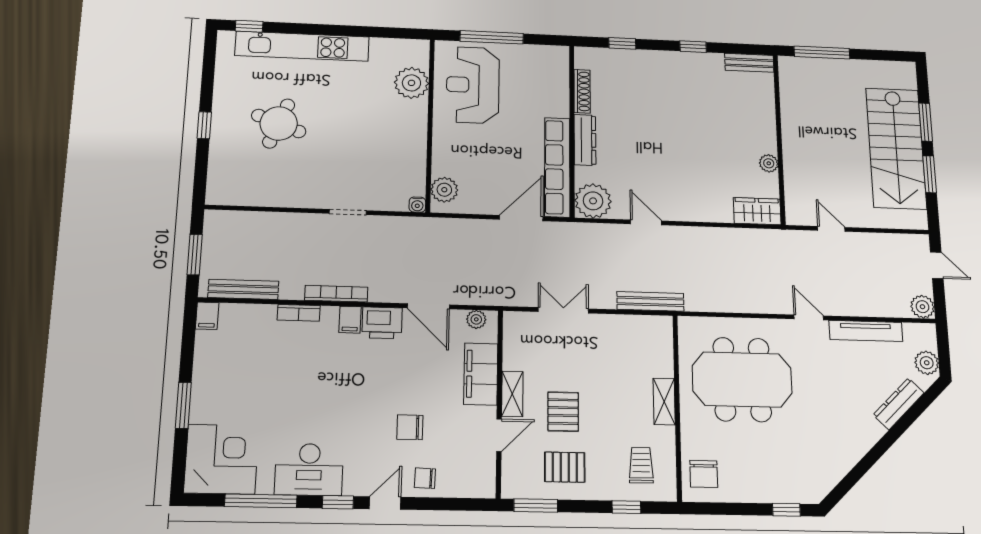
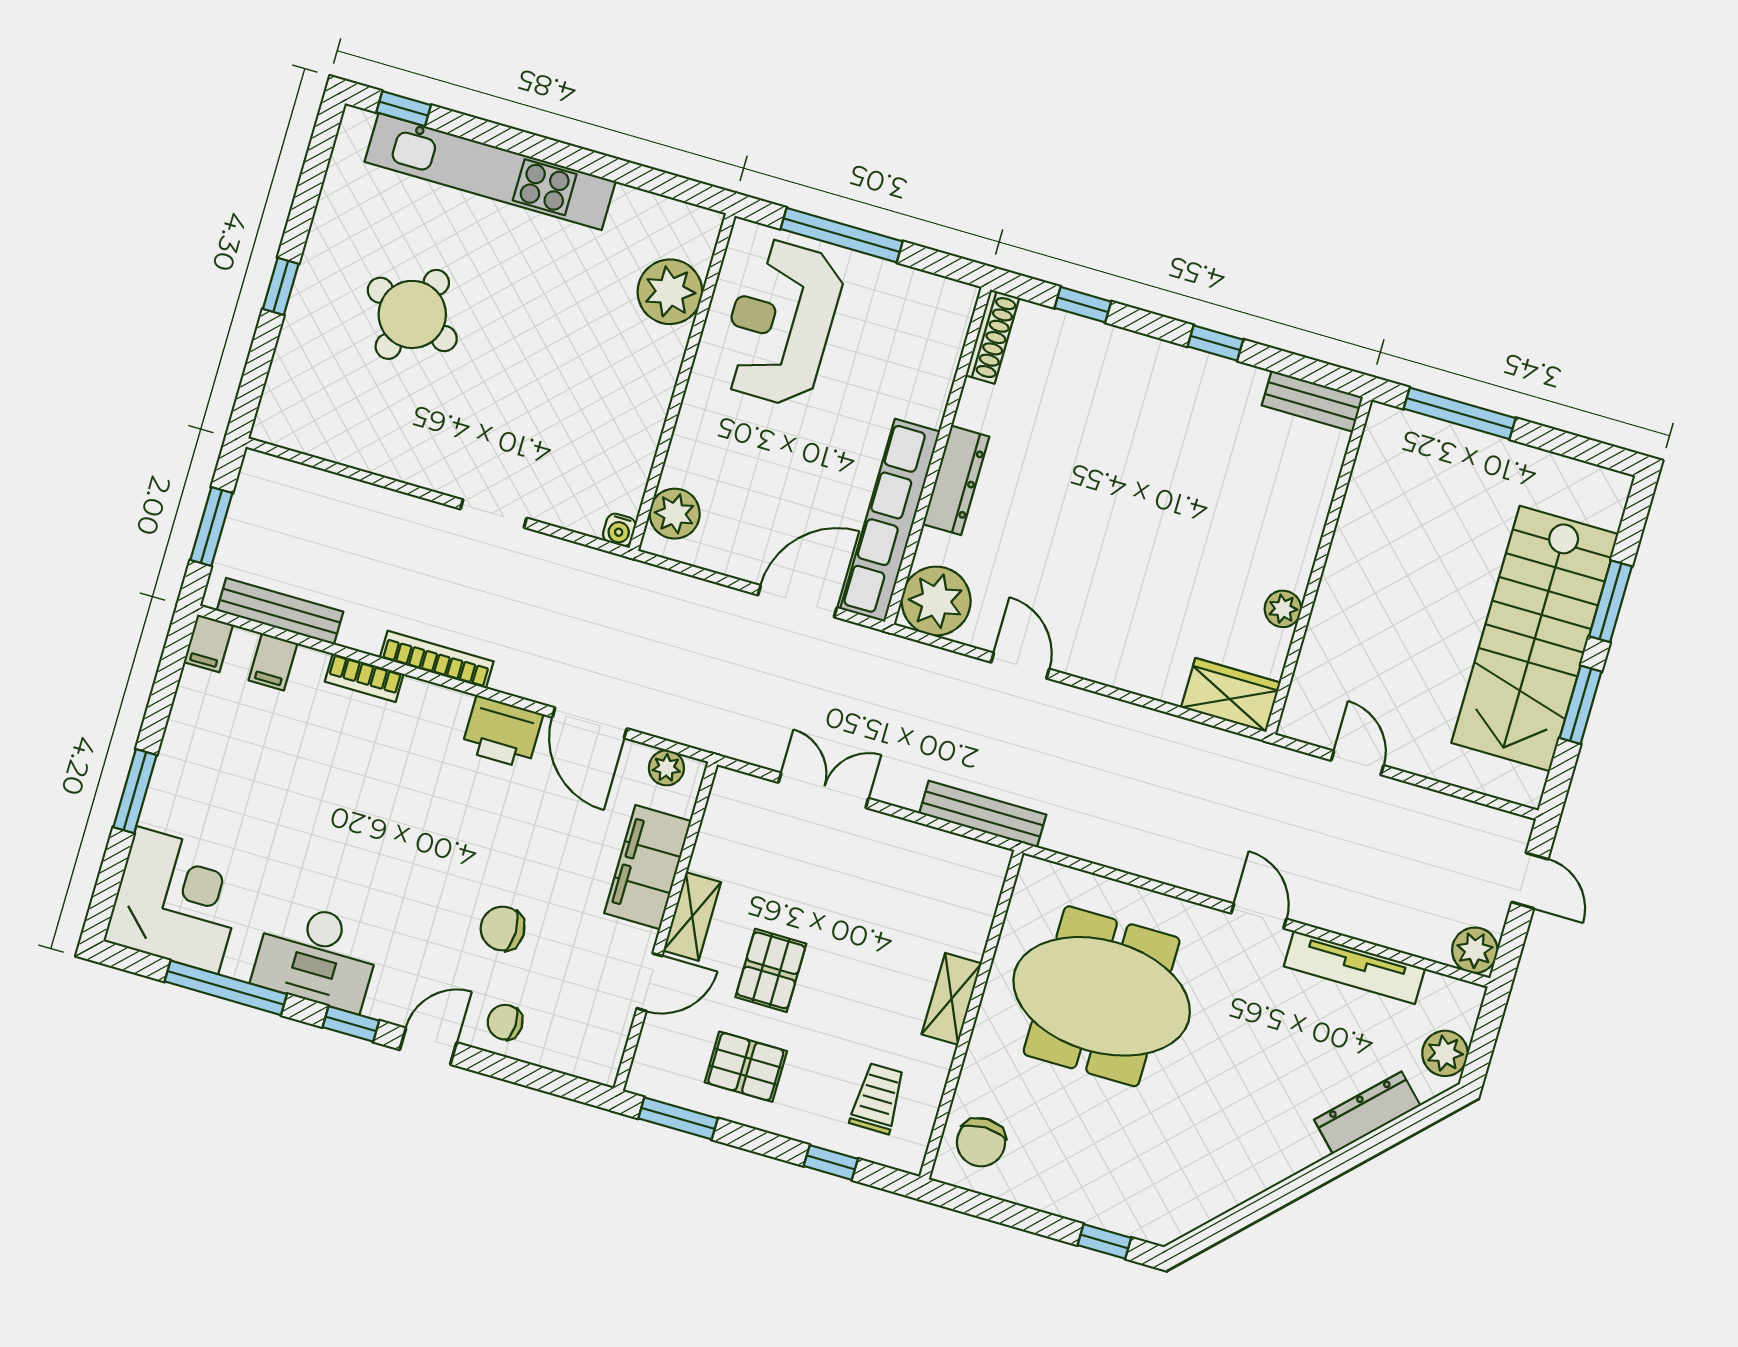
shoe rack: (582, 91) -> (992, 337), moved
filing cabinet: (350, 320) -> (273, 662), moved

